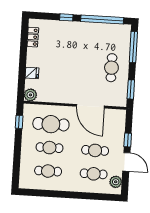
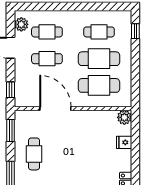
window: (19, 122) -> (135, 31), moved
window: (128, 140) -> (11, 90), moved
cafe table: (49, 148) -> (99, 59), width x1.37, depth x1.35

